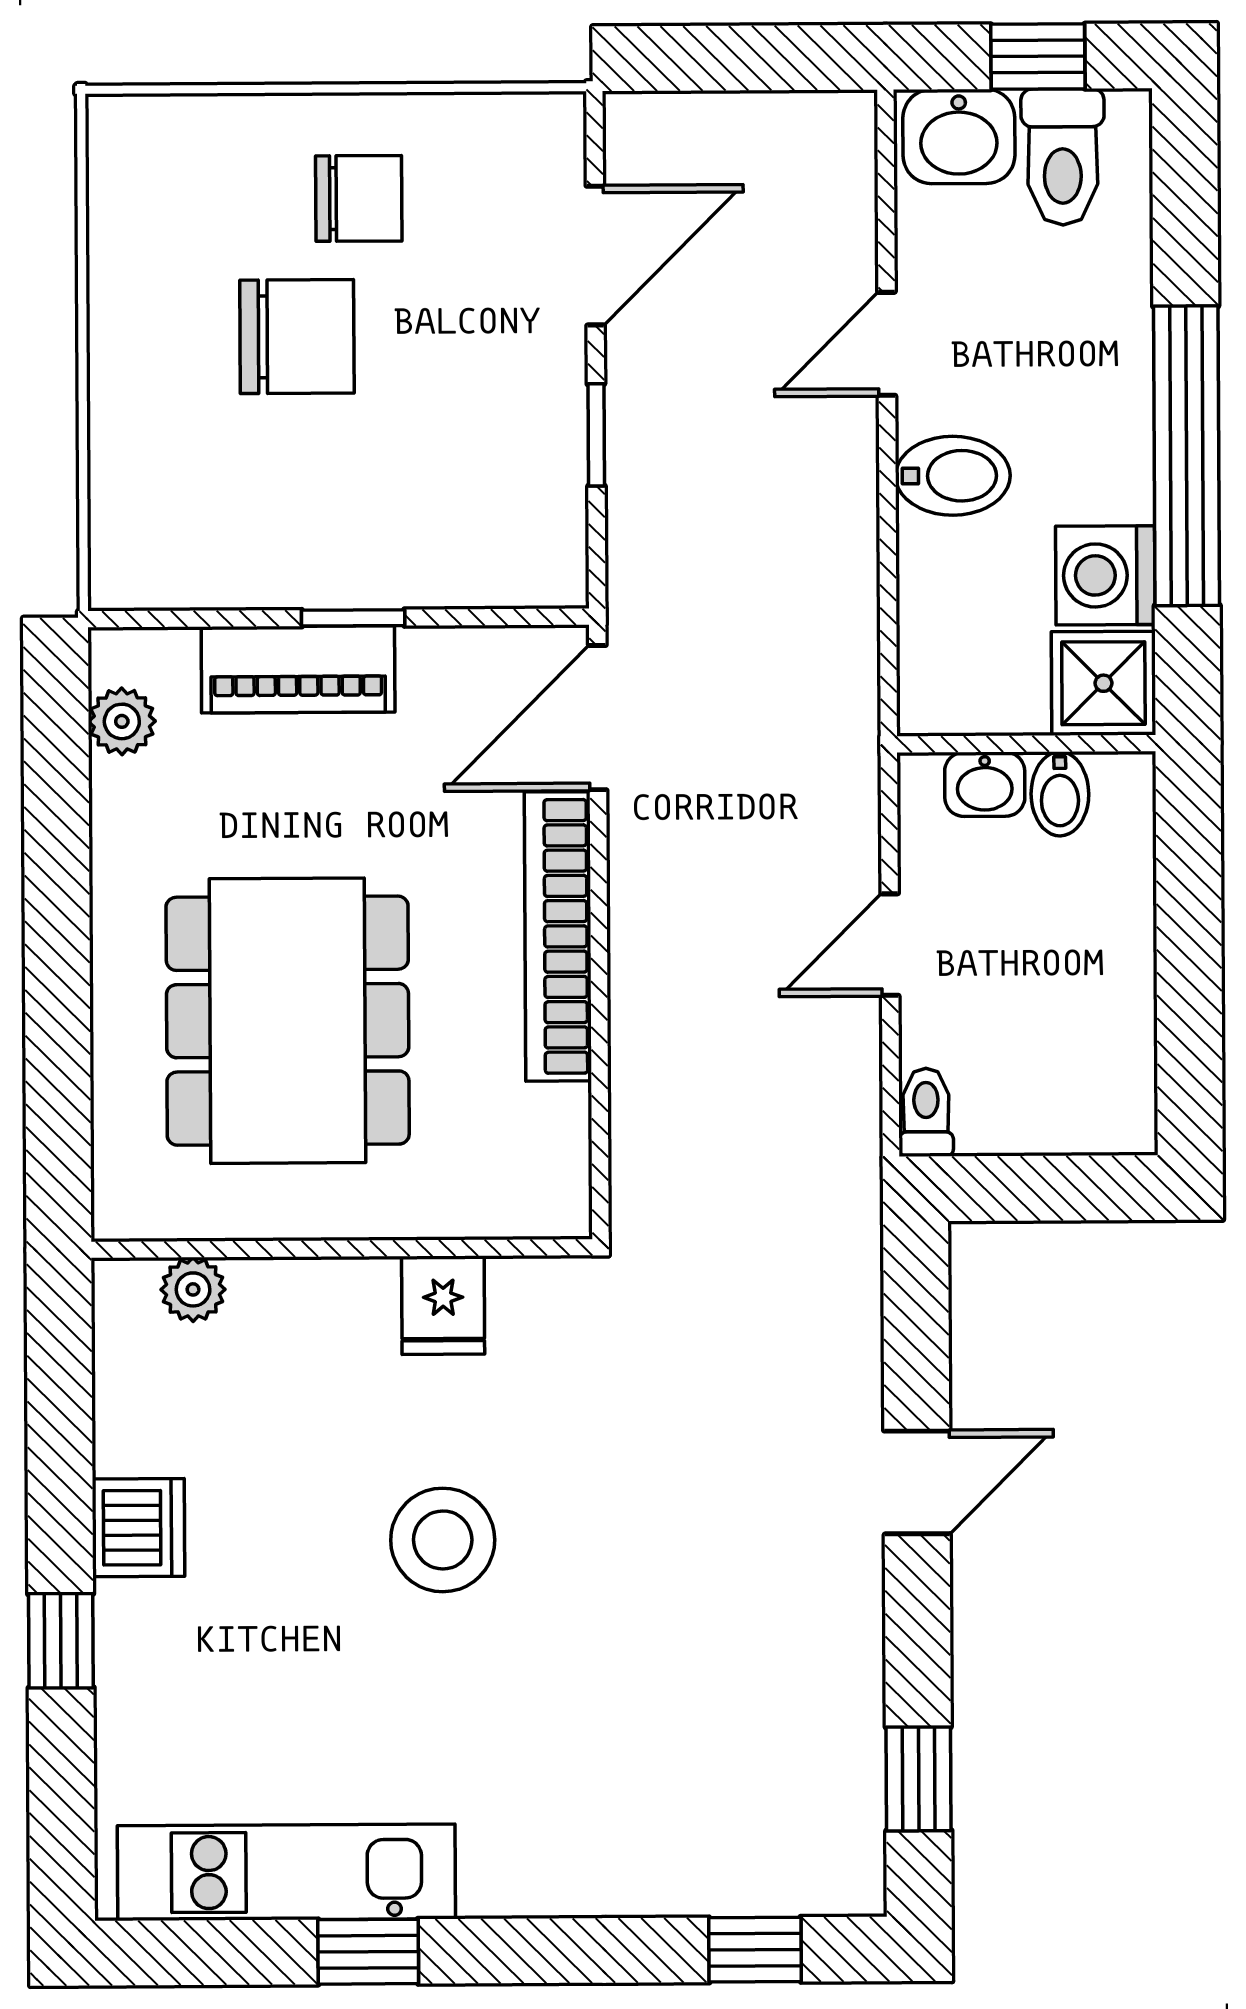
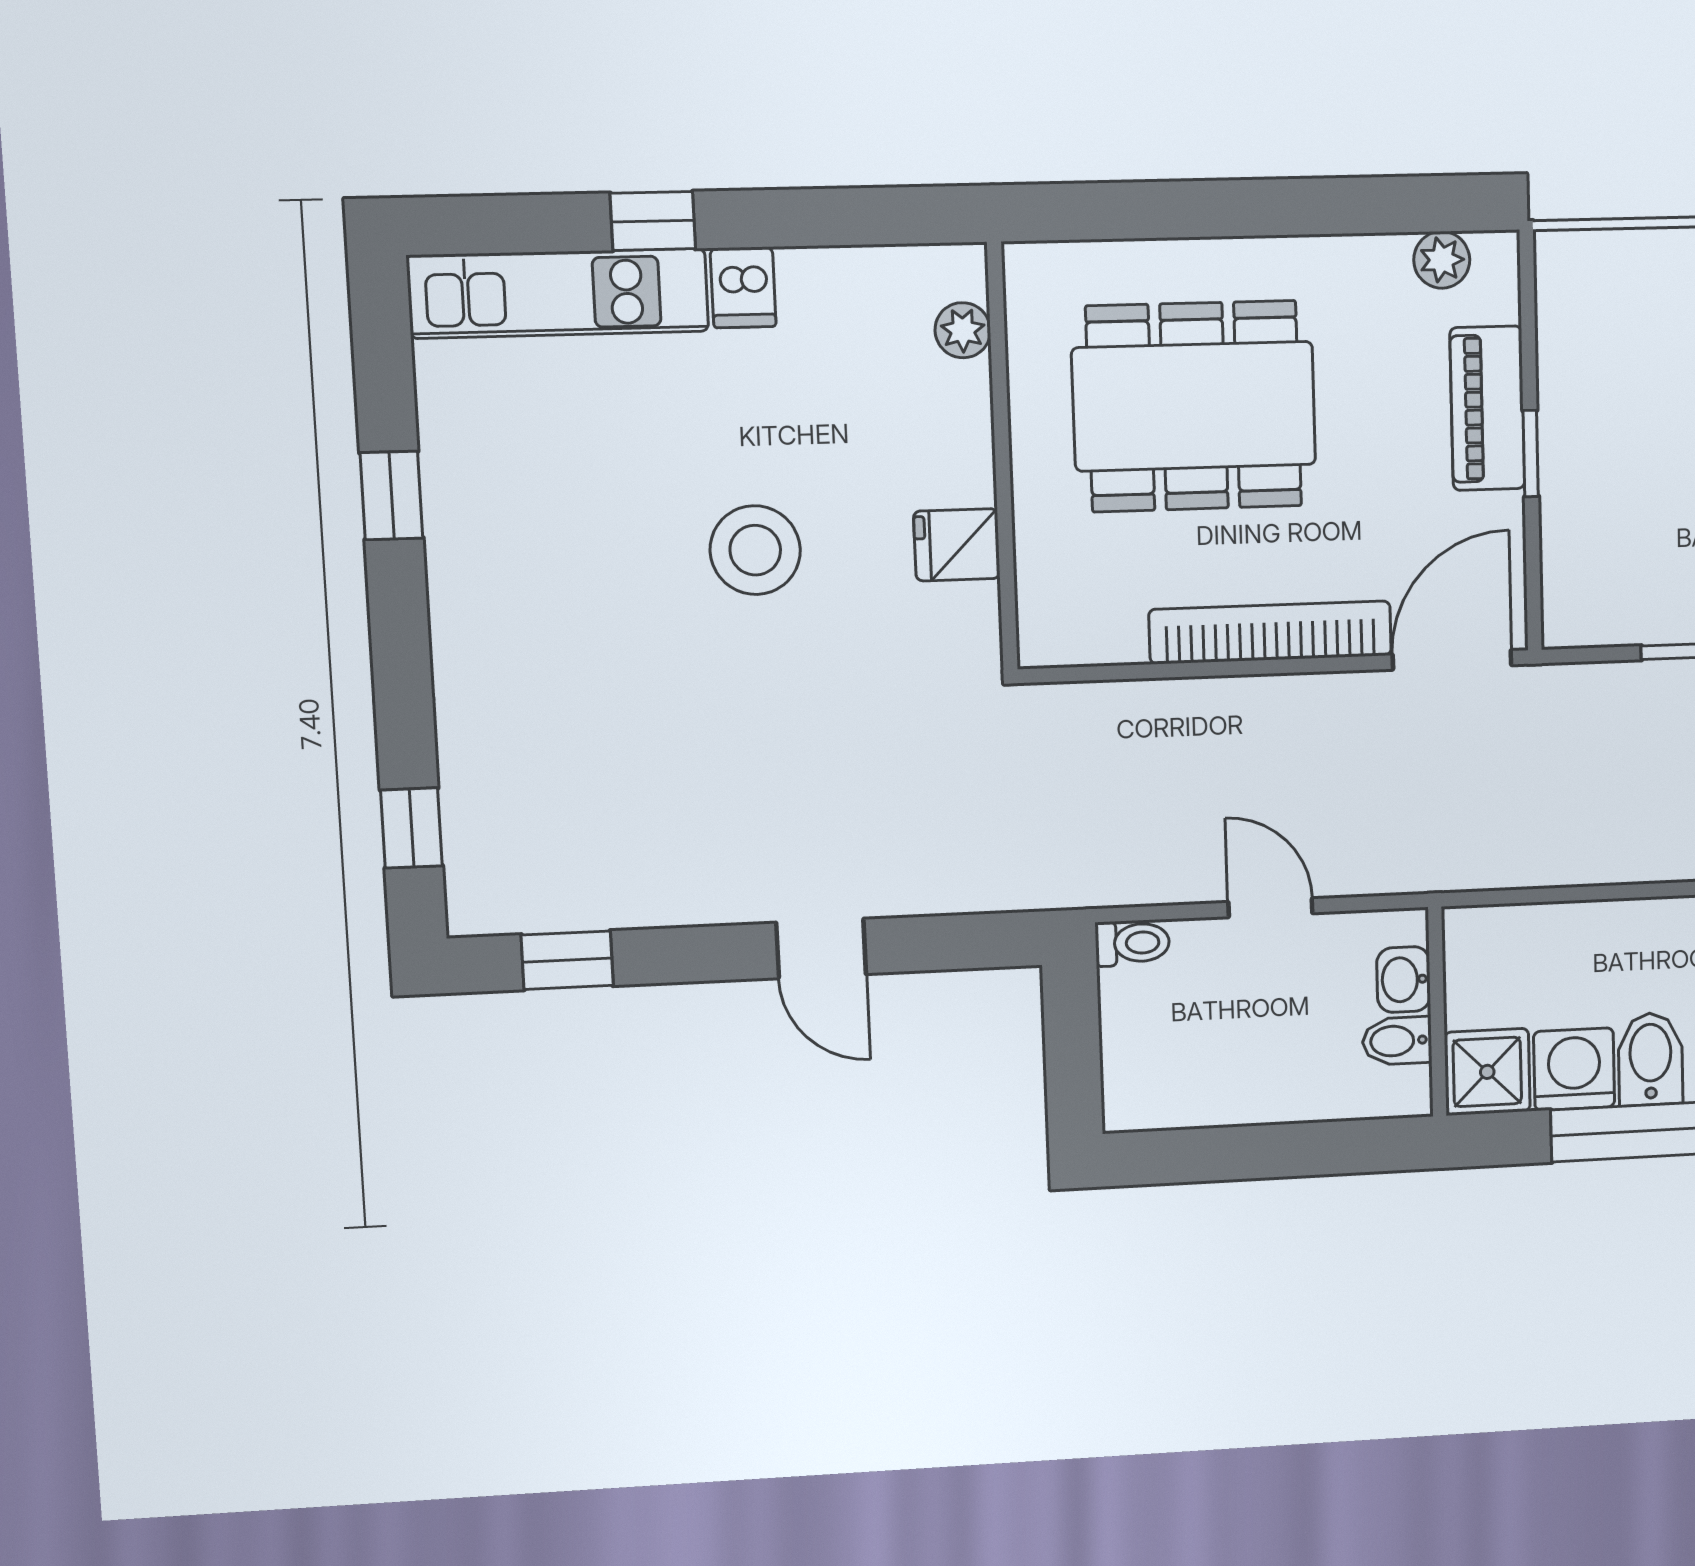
bidet: (953, 476) -> (1650, 1059), moved, turned 180
door: (598, 718) -> (1452, 660), hinge flipped
dishwasher: (138, 1528) -> (743, 287), width x0.73
kitchen unit: (286, 1872) -> (558, 293), moved, turned 90

